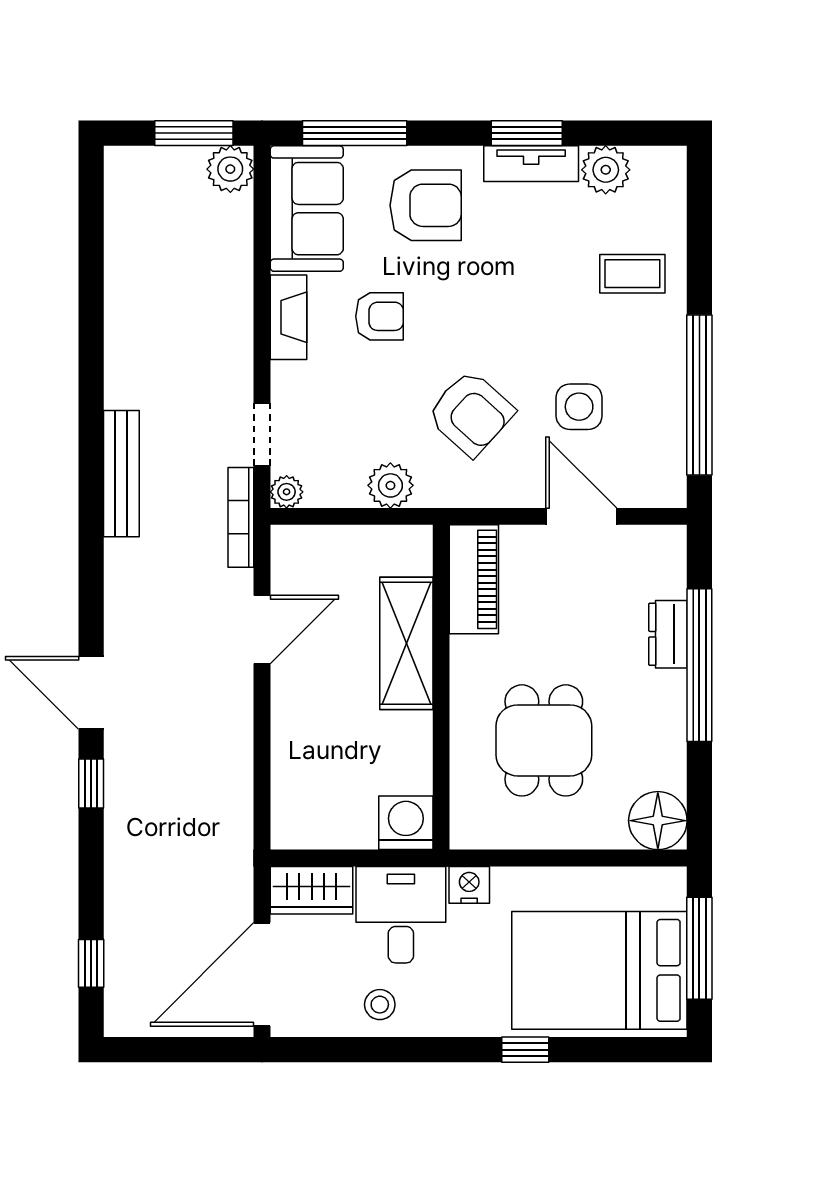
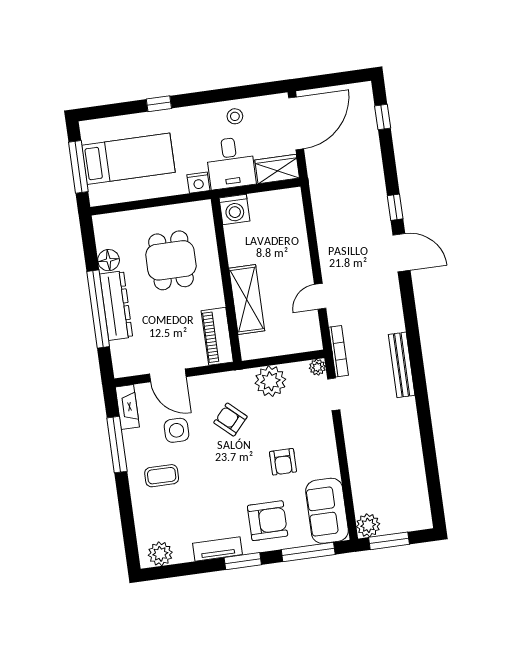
window: (527, 133) -> (243, 561), moved
plant: (606, 170) -> (160, 554), moved
armchair: (426, 205) -> (268, 521), turned 180
coffee table: (632, 274) -> (162, 476), moved
armchair: (380, 316) -> (283, 462), turned -90
fireplace: (288, 317) -> (127, 407), moved, turned 180
window: (699, 395) -> (117, 445), width x0.68
armchair: (471, 413) -> (230, 420), width x0.72, depth x0.72
plant: (390, 485) -> (270, 381), width x1.36, depth x1.36
door: (262, 630) -> (320, 296), width x0.73
dresser: (668, 634) -> (116, 306), width x1.96, depth x1.24
floor lamp: (658, 821) -> (109, 260), moved, width x0.73, depth x0.73
bed: (599, 970) -> (128, 159), width x0.67

